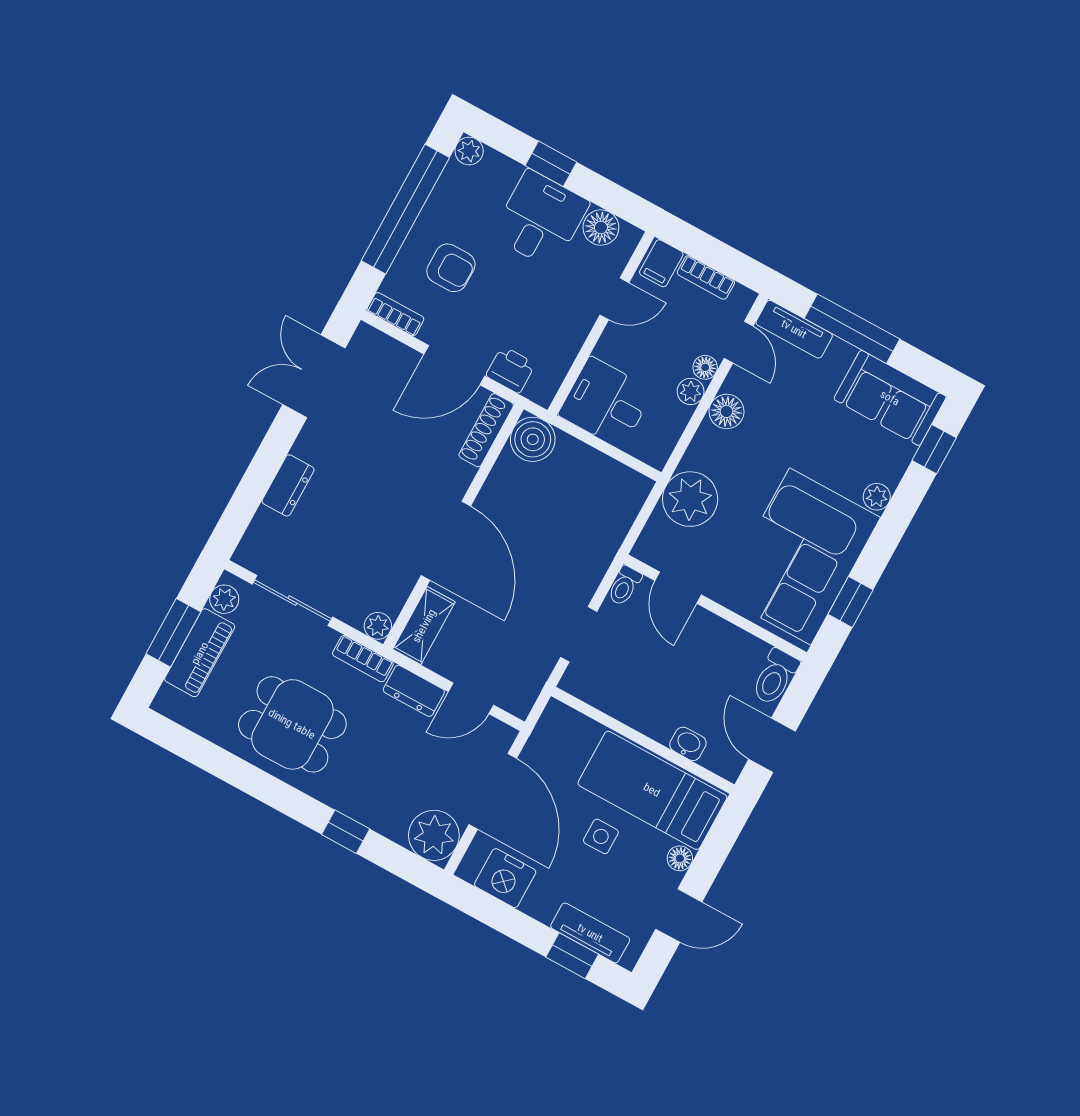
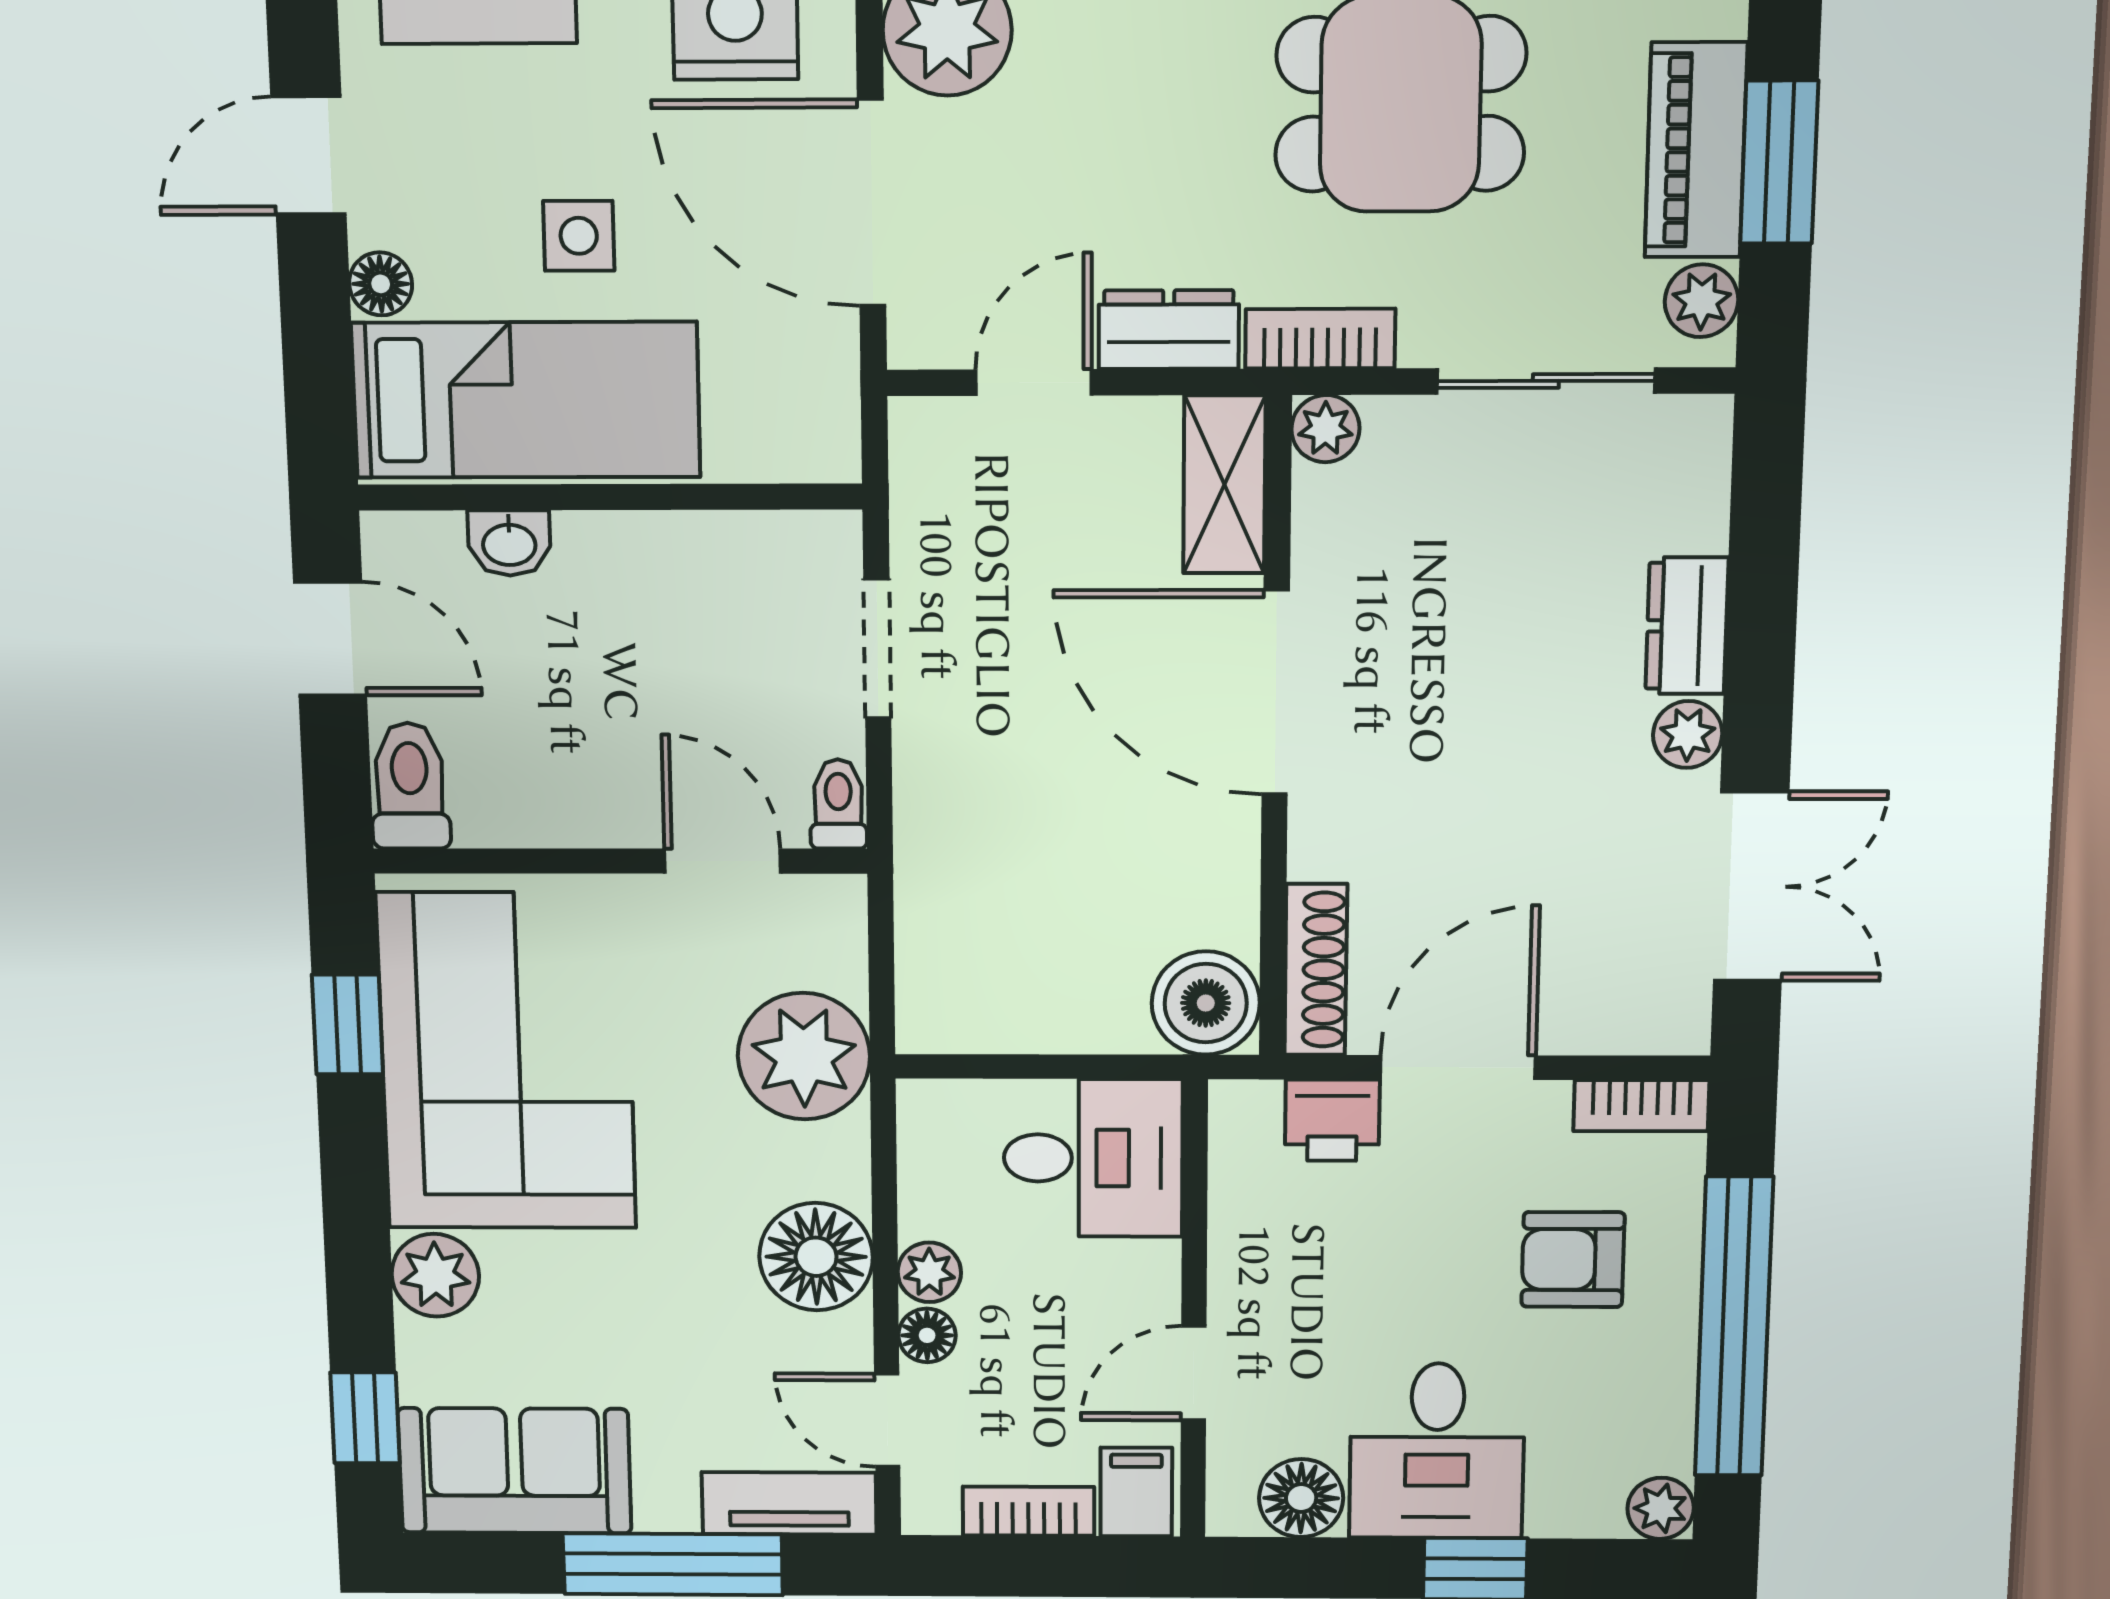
floor lamp: (726, 411) -> (816, 1257), width x1.38, depth x1.38
plant: (308, 445) -> (1688, 734), added
plant: (877, 497) -> (435, 1275), width x1.38, depth x1.38

